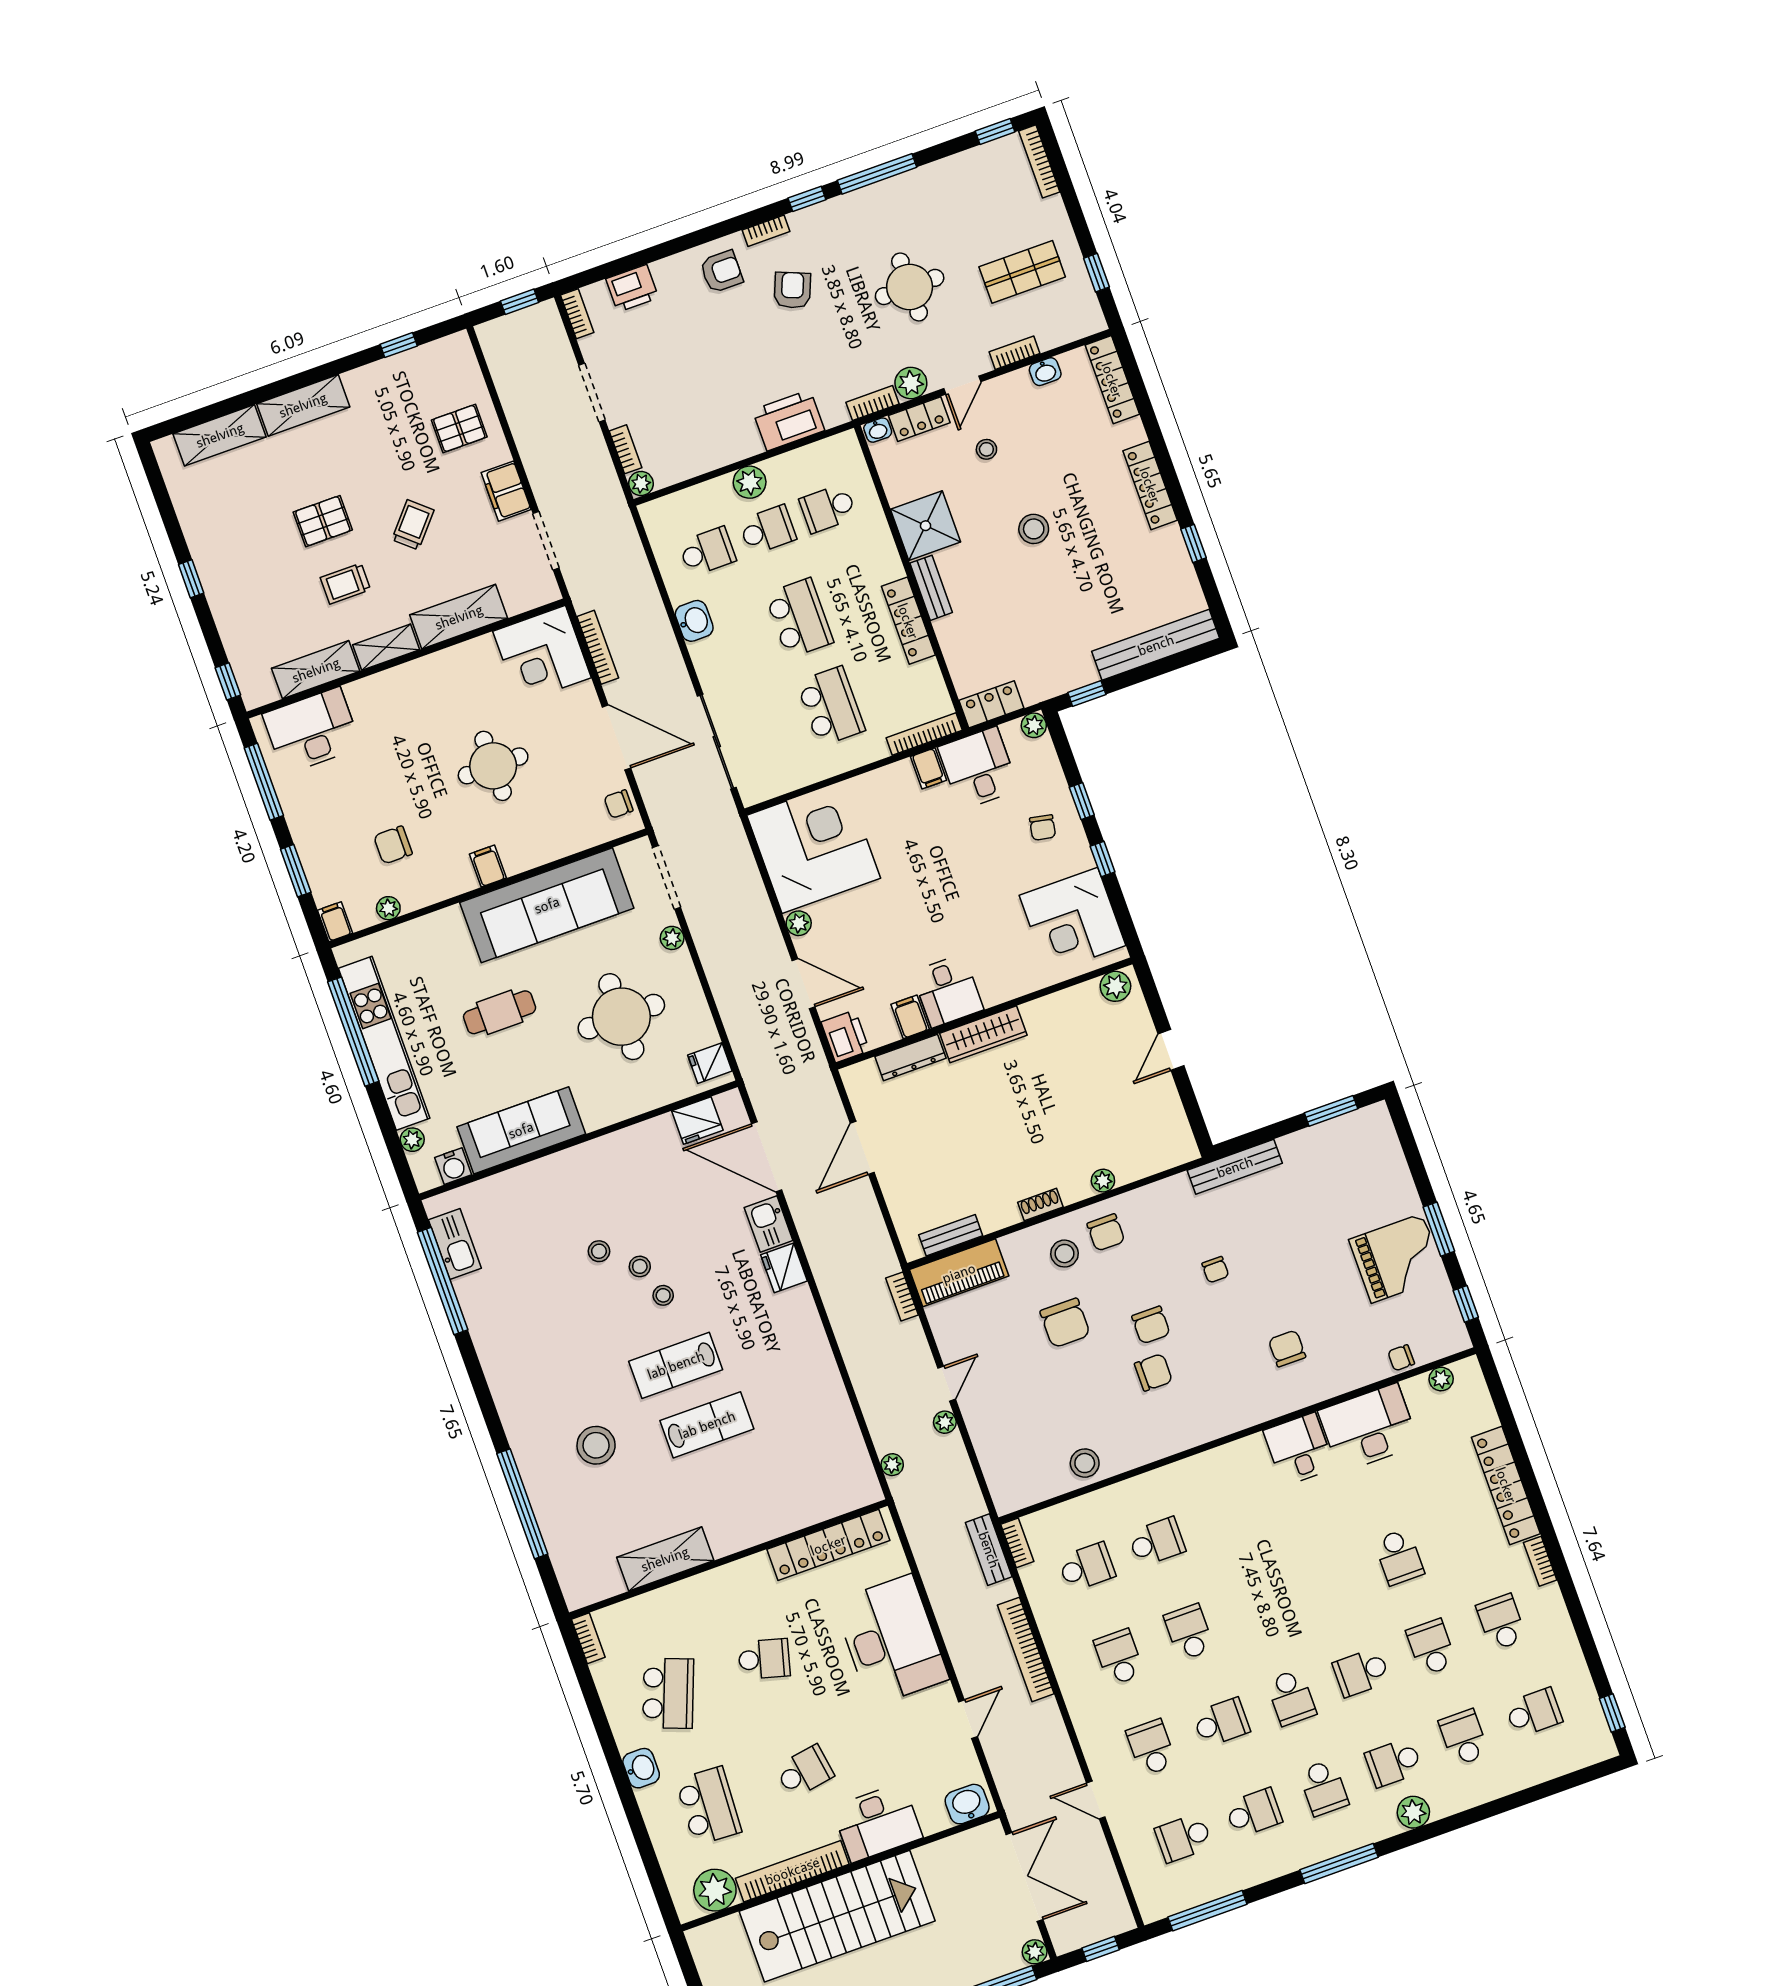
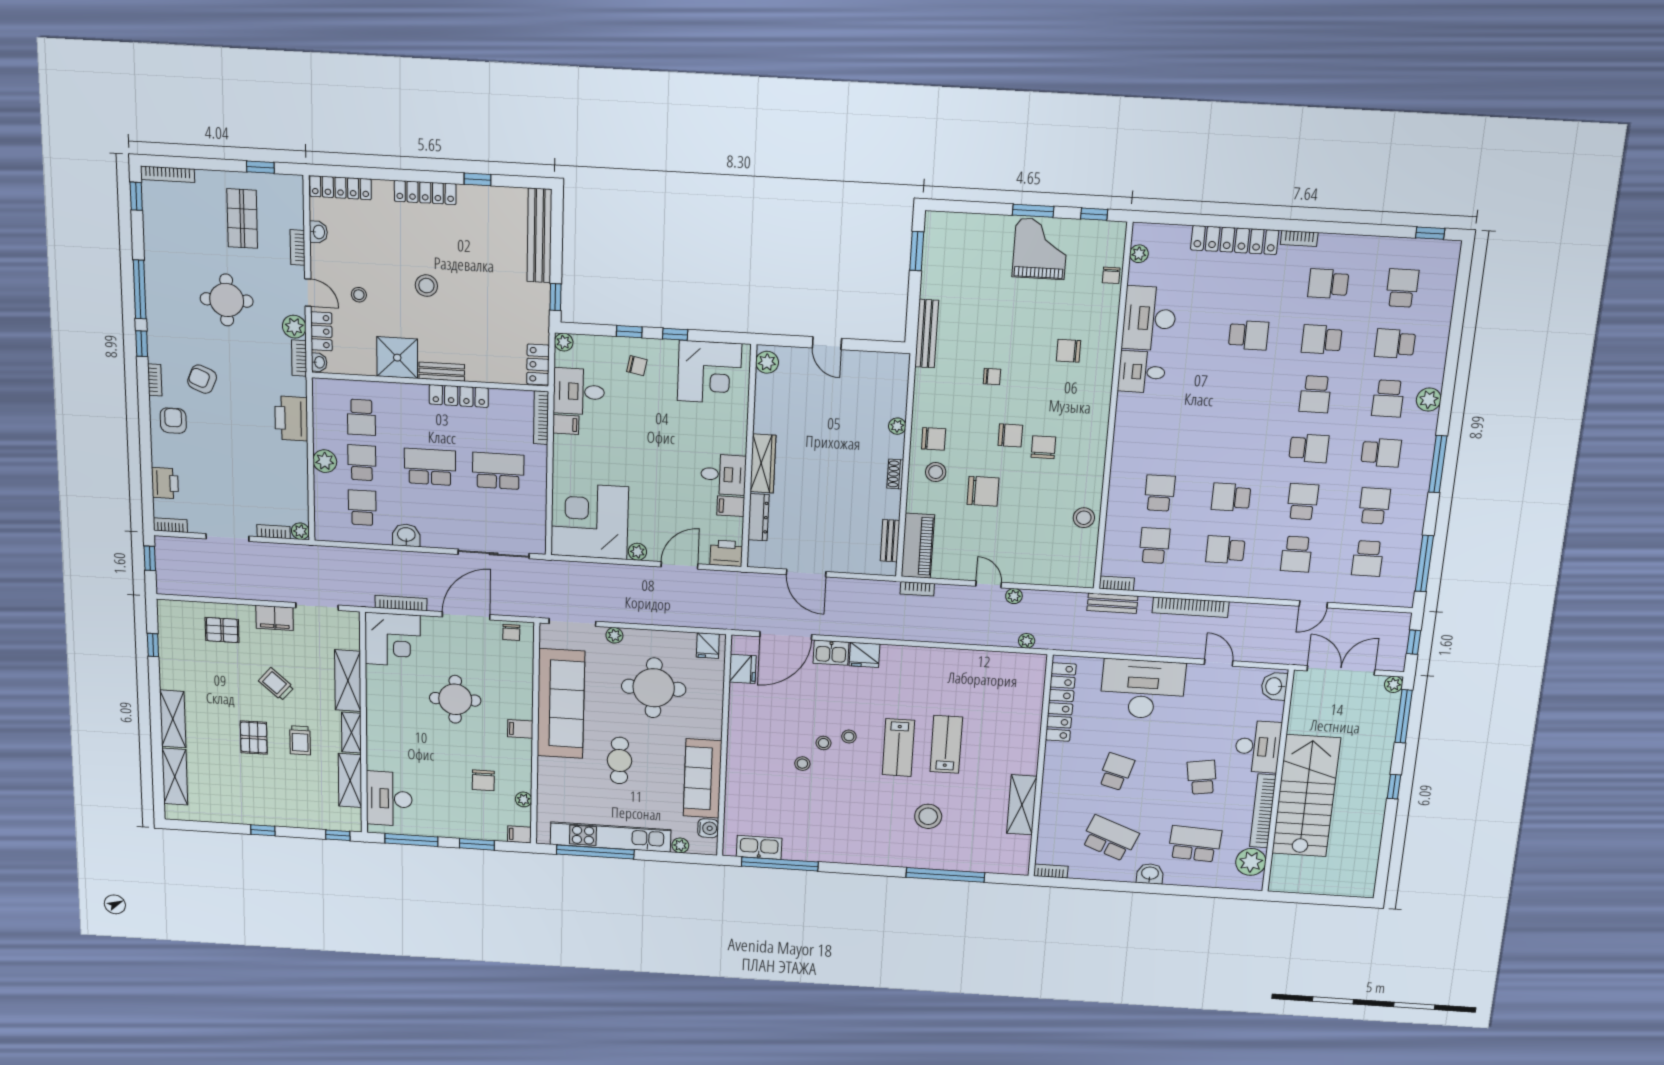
pallet: (459, 428) -> (222, 630), turned 90
school desk: (1151, 1748) -> (1296, 554), turned -90

